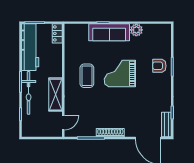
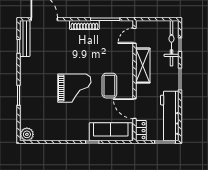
plant: (136, 30) -> (27, 134), moved
sofa: (109, 32) -> (111, 132), moved
door: (63, 54) -> (135, 109), added
armchair: (159, 66) -> (32, 96), removed
bicycle: (29, 93) -> (171, 43), moved
bench: (166, 124) -> (25, 39), width x1.36

